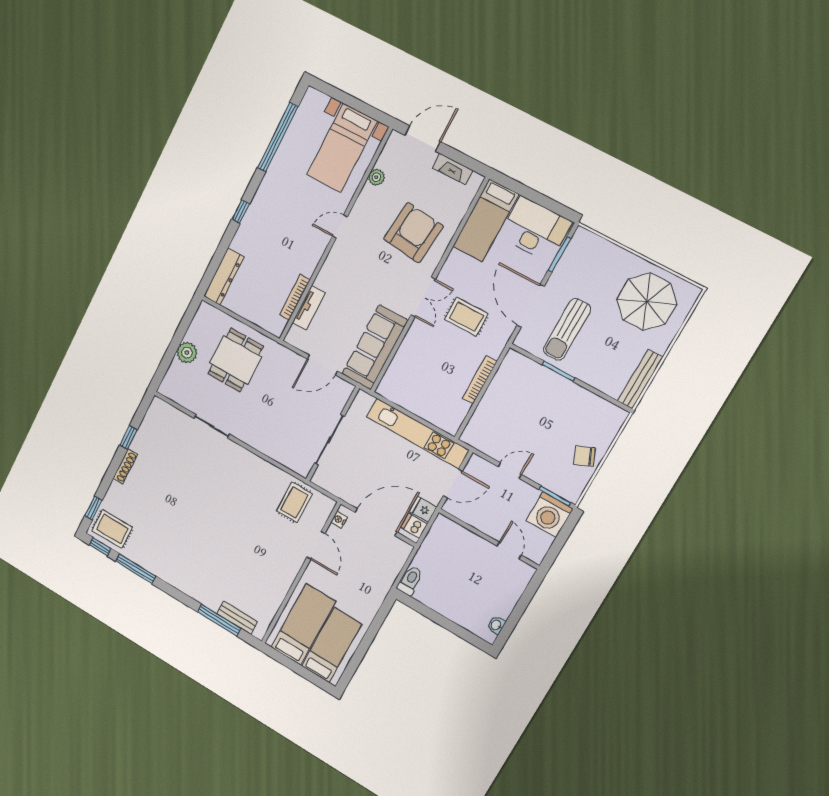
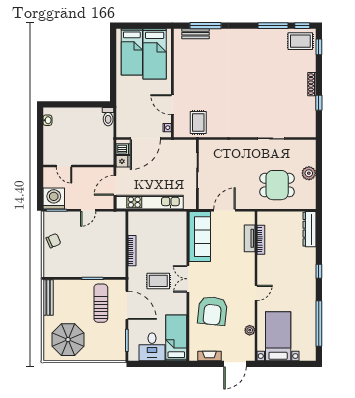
desk: (535, 229) -> (152, 347), width x0.73
dining table: (236, 360) -> (277, 185), turned 90

